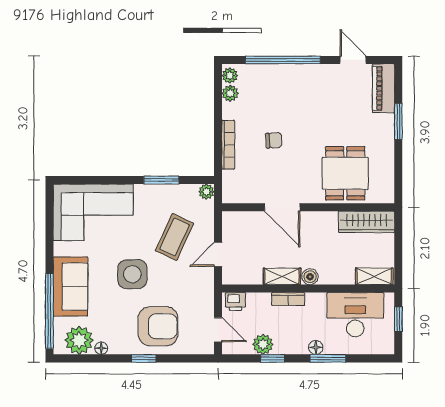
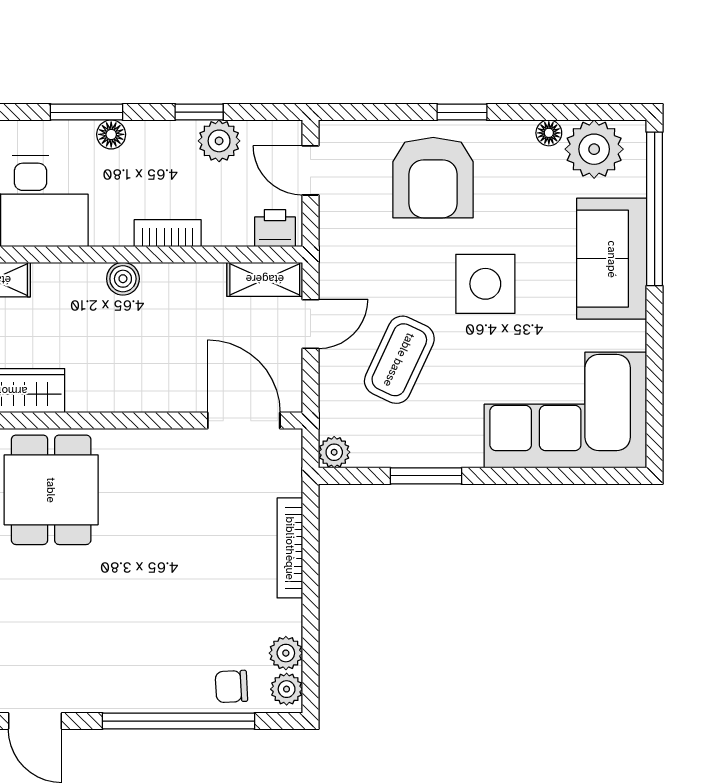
chair: (274, 140) -> (231, 686), moved
door: (282, 207) -> (244, 421), moved
shelving: (282, 276) -> (265, 279), moved
armchair: (158, 326) -> (433, 178), turned -90

